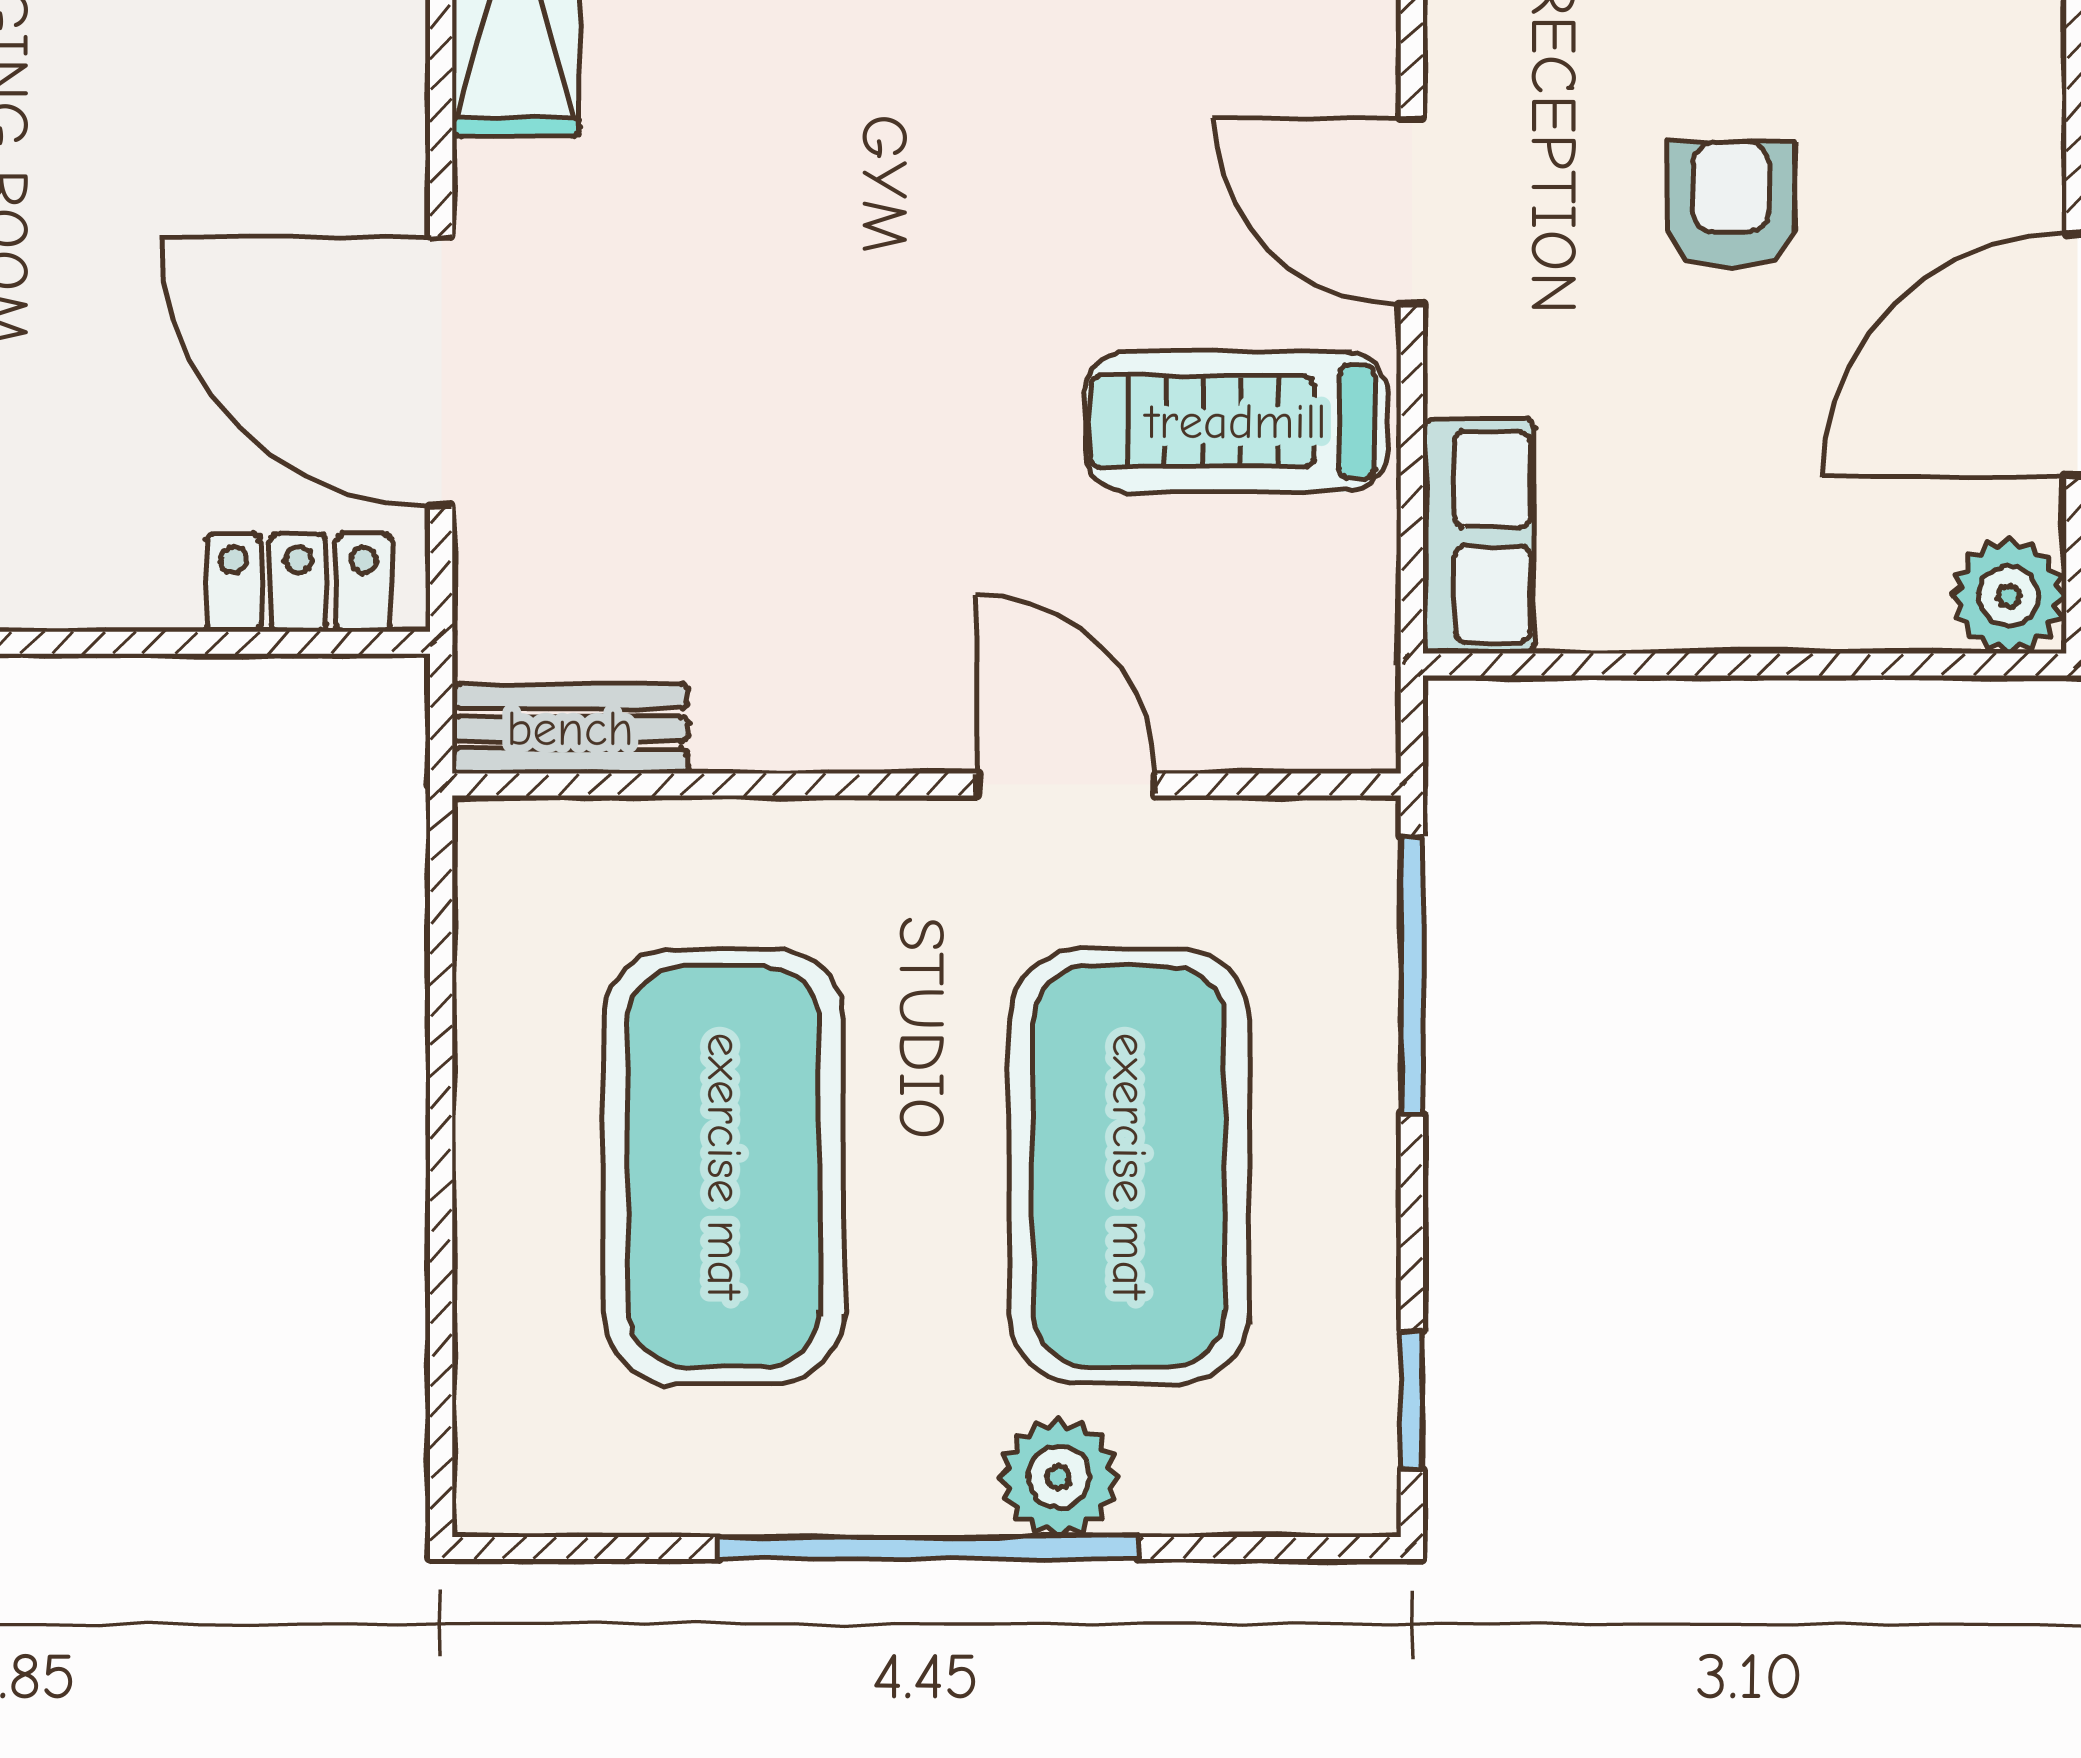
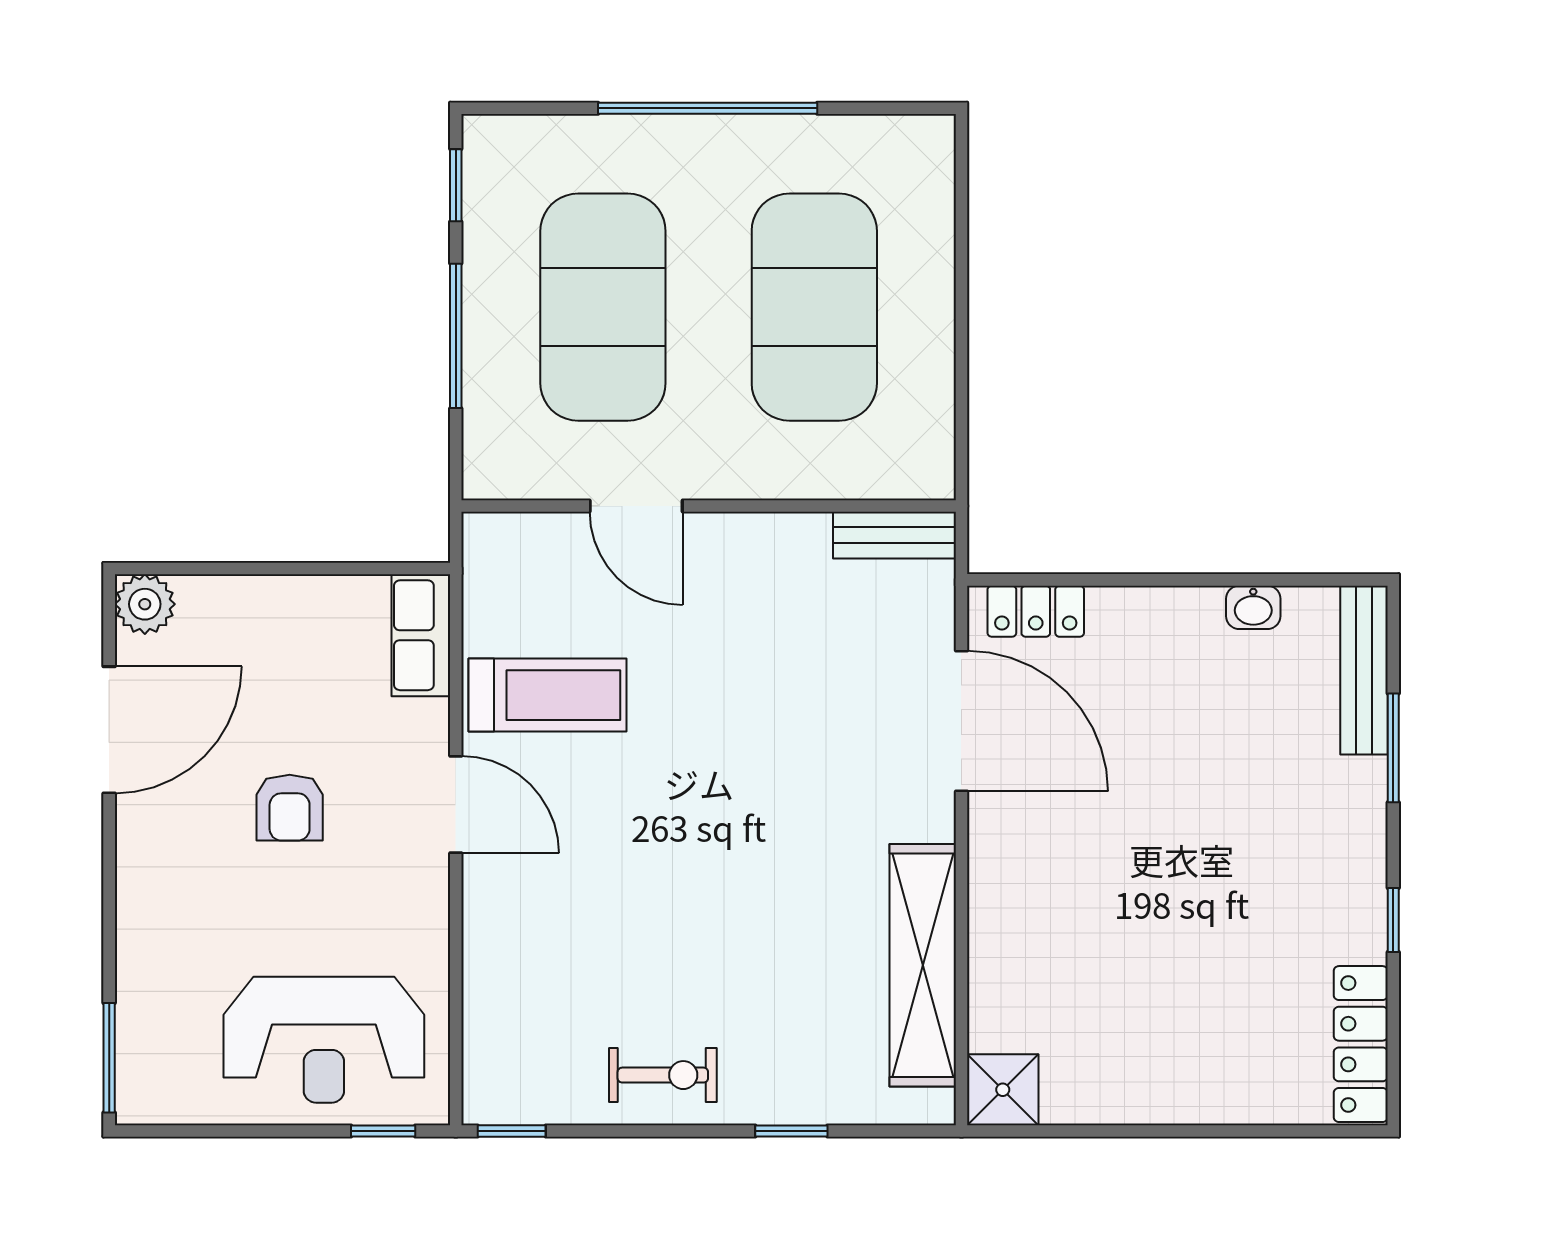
window: (1412, 975) -> (456, 336), moved
plant: (1058, 1477) -> (640, 145), removed

